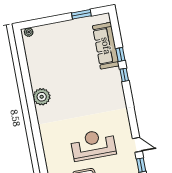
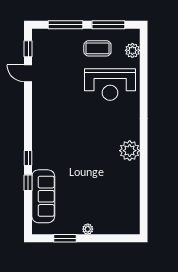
plant: (29, 32) -> (88, 229), moved
reception desk: (93, 145) -> (110, 84), moved

